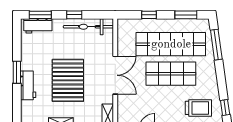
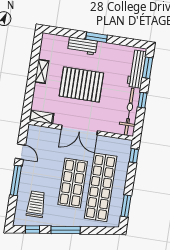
window: (149, 15) -> (134, 156), moved
workbench: (38, 26) -> (137, 69), width x1.38
window: (216, 45) -> (66, 230), moved
trolley: (198, 108) -> (36, 204), turned 180

